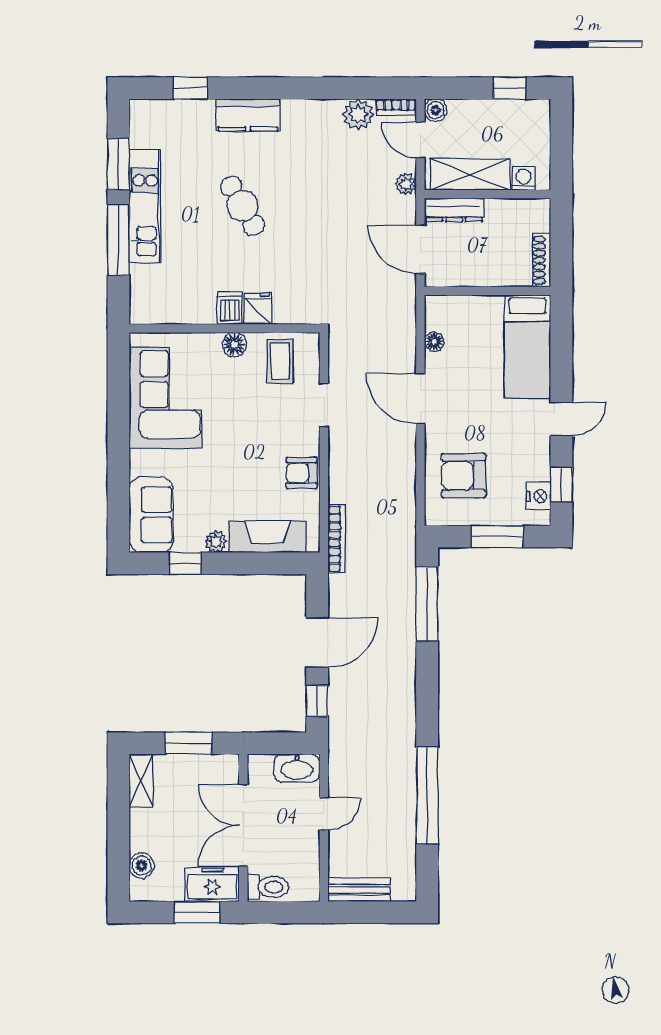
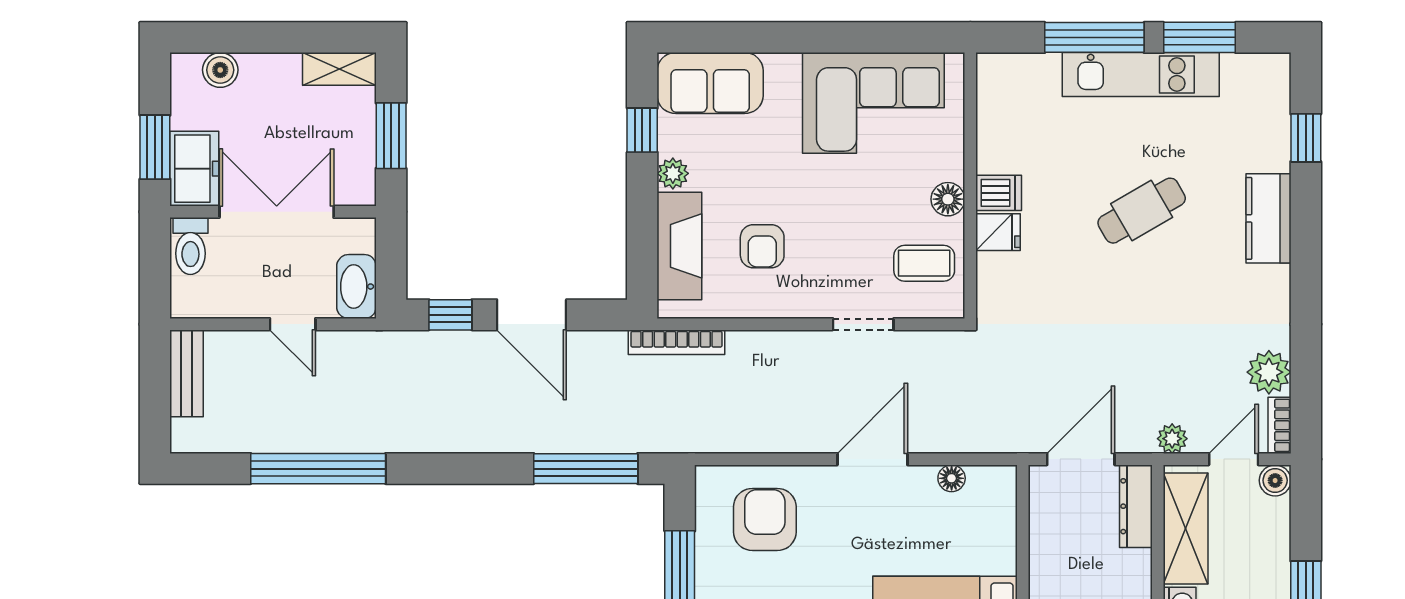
armchair: (302, 473) -> (762, 246), moved, turned 180

